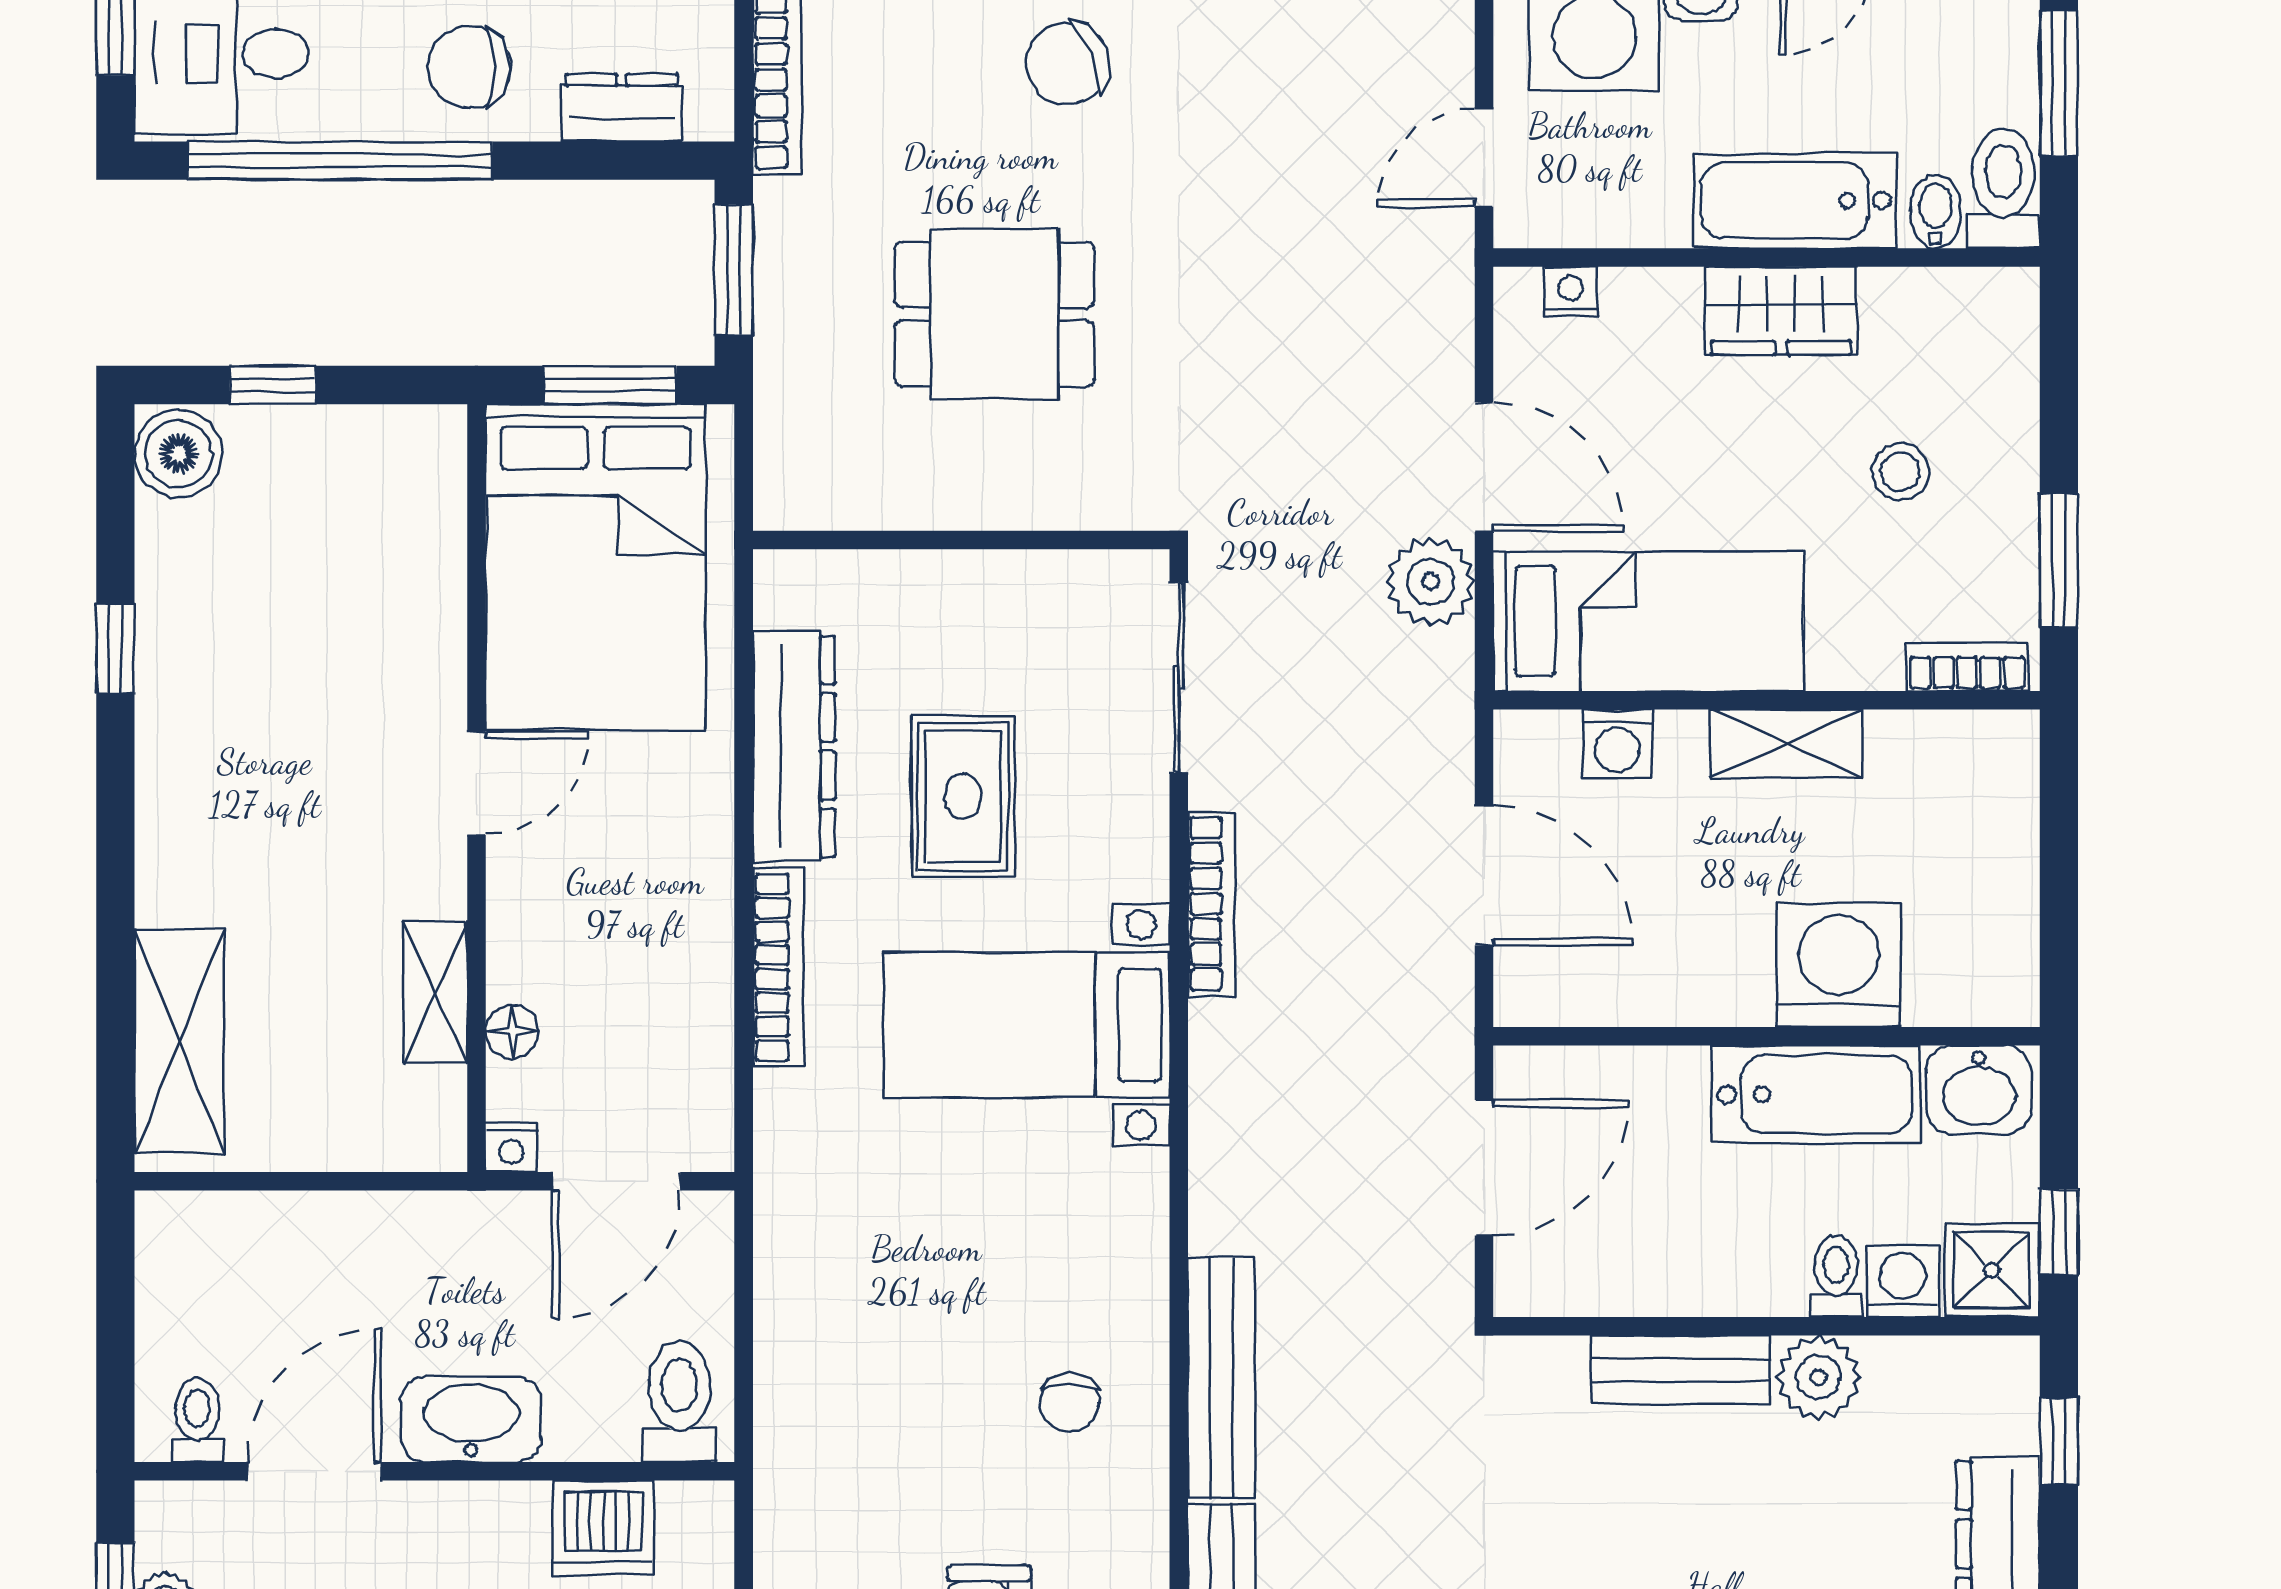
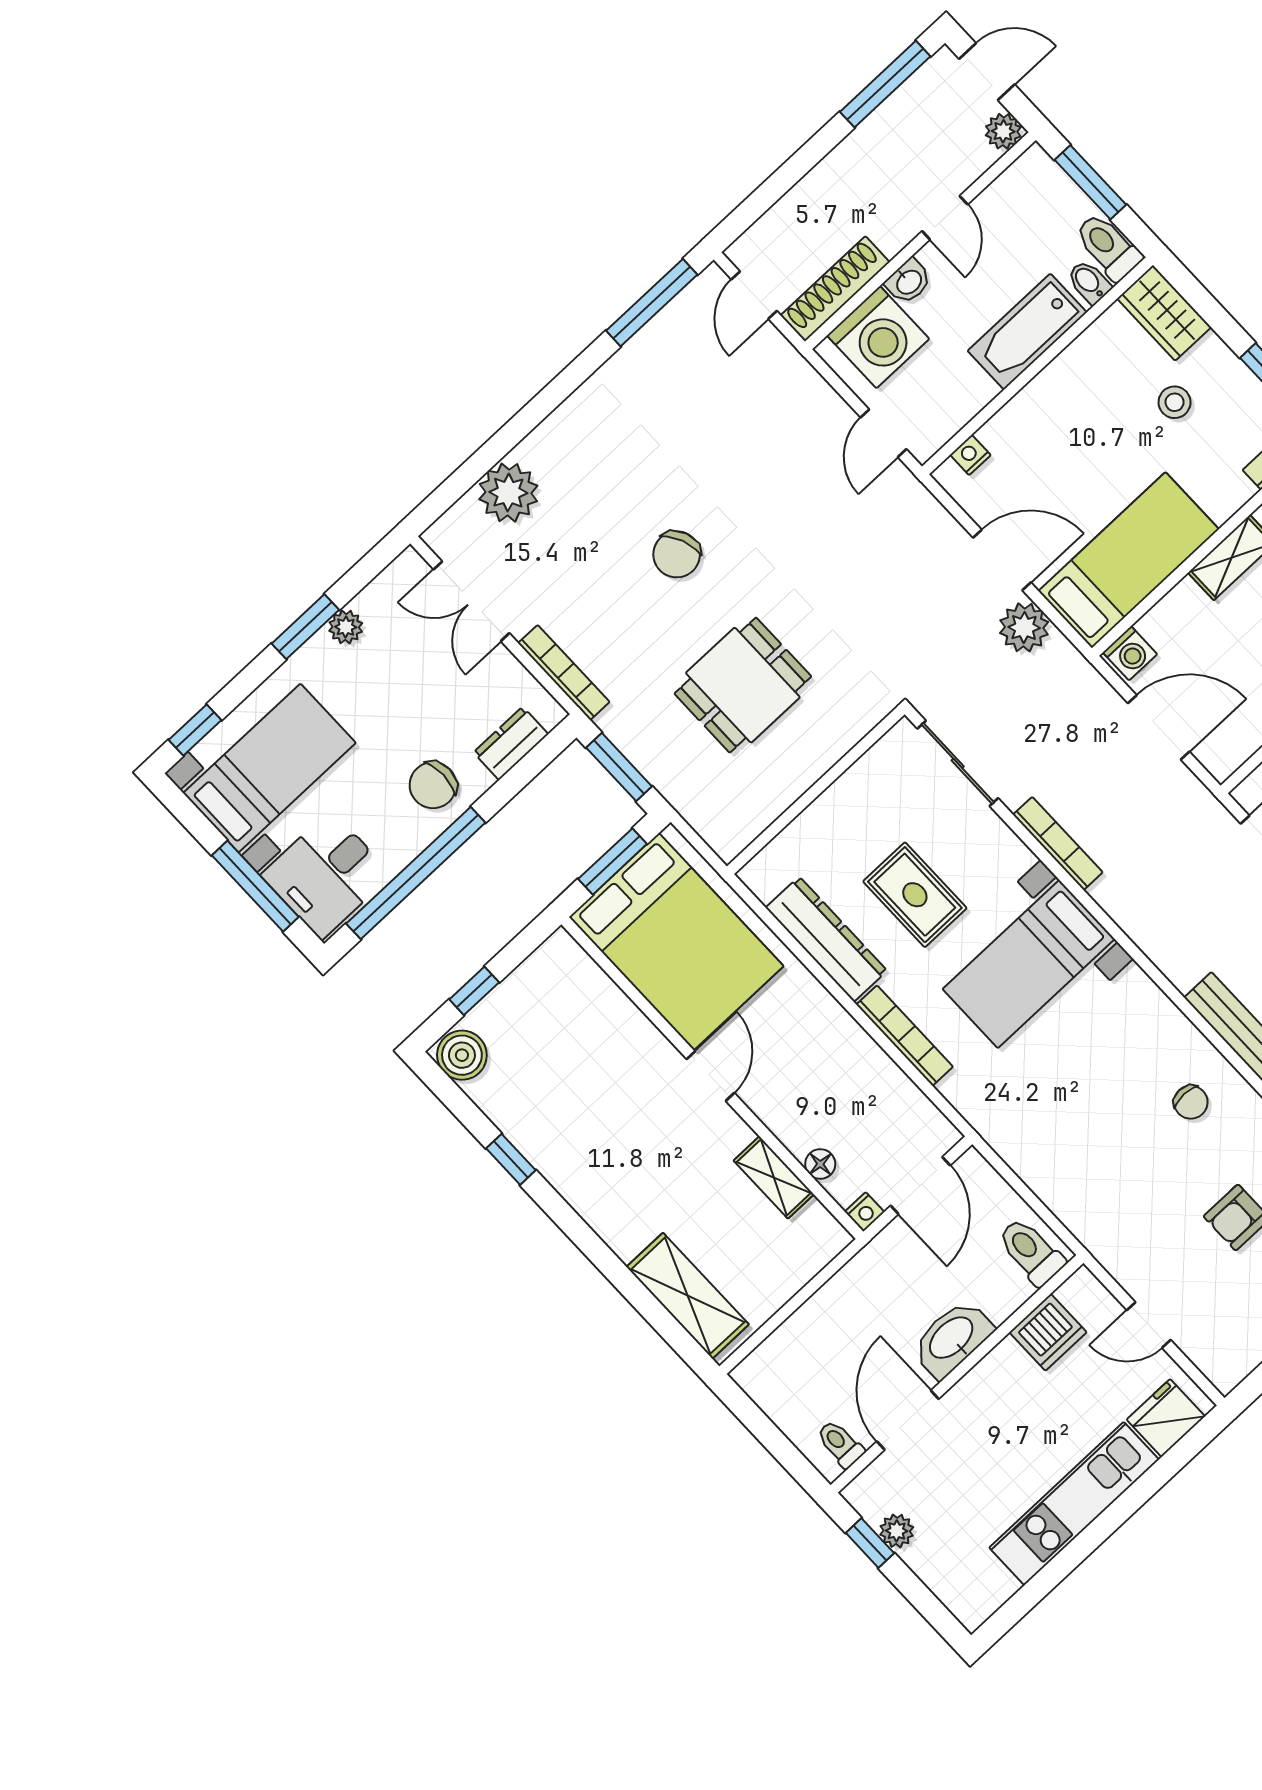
wardrobe: (1781, 311) -> (1164, 313), moved, turned 90
washing machine: (1617, 744) -> (1130, 653), moved

